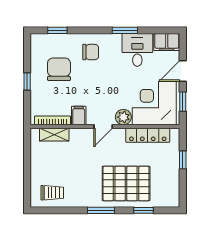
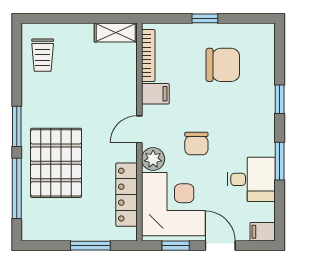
window: (57, 30) -> (280, 99), moved
filing cabinet: (167, 42) -> (263, 232), width x0.50
chair: (91, 52) -> (196, 143), moved
door: (103, 126) -> (139, 129), hinge flipped
shelving: (54, 135) -> (116, 32), moved, turned 90
window: (183, 160) -> (90, 246), width x1.50
window: (144, 210) -> (17, 188), width x2.17

